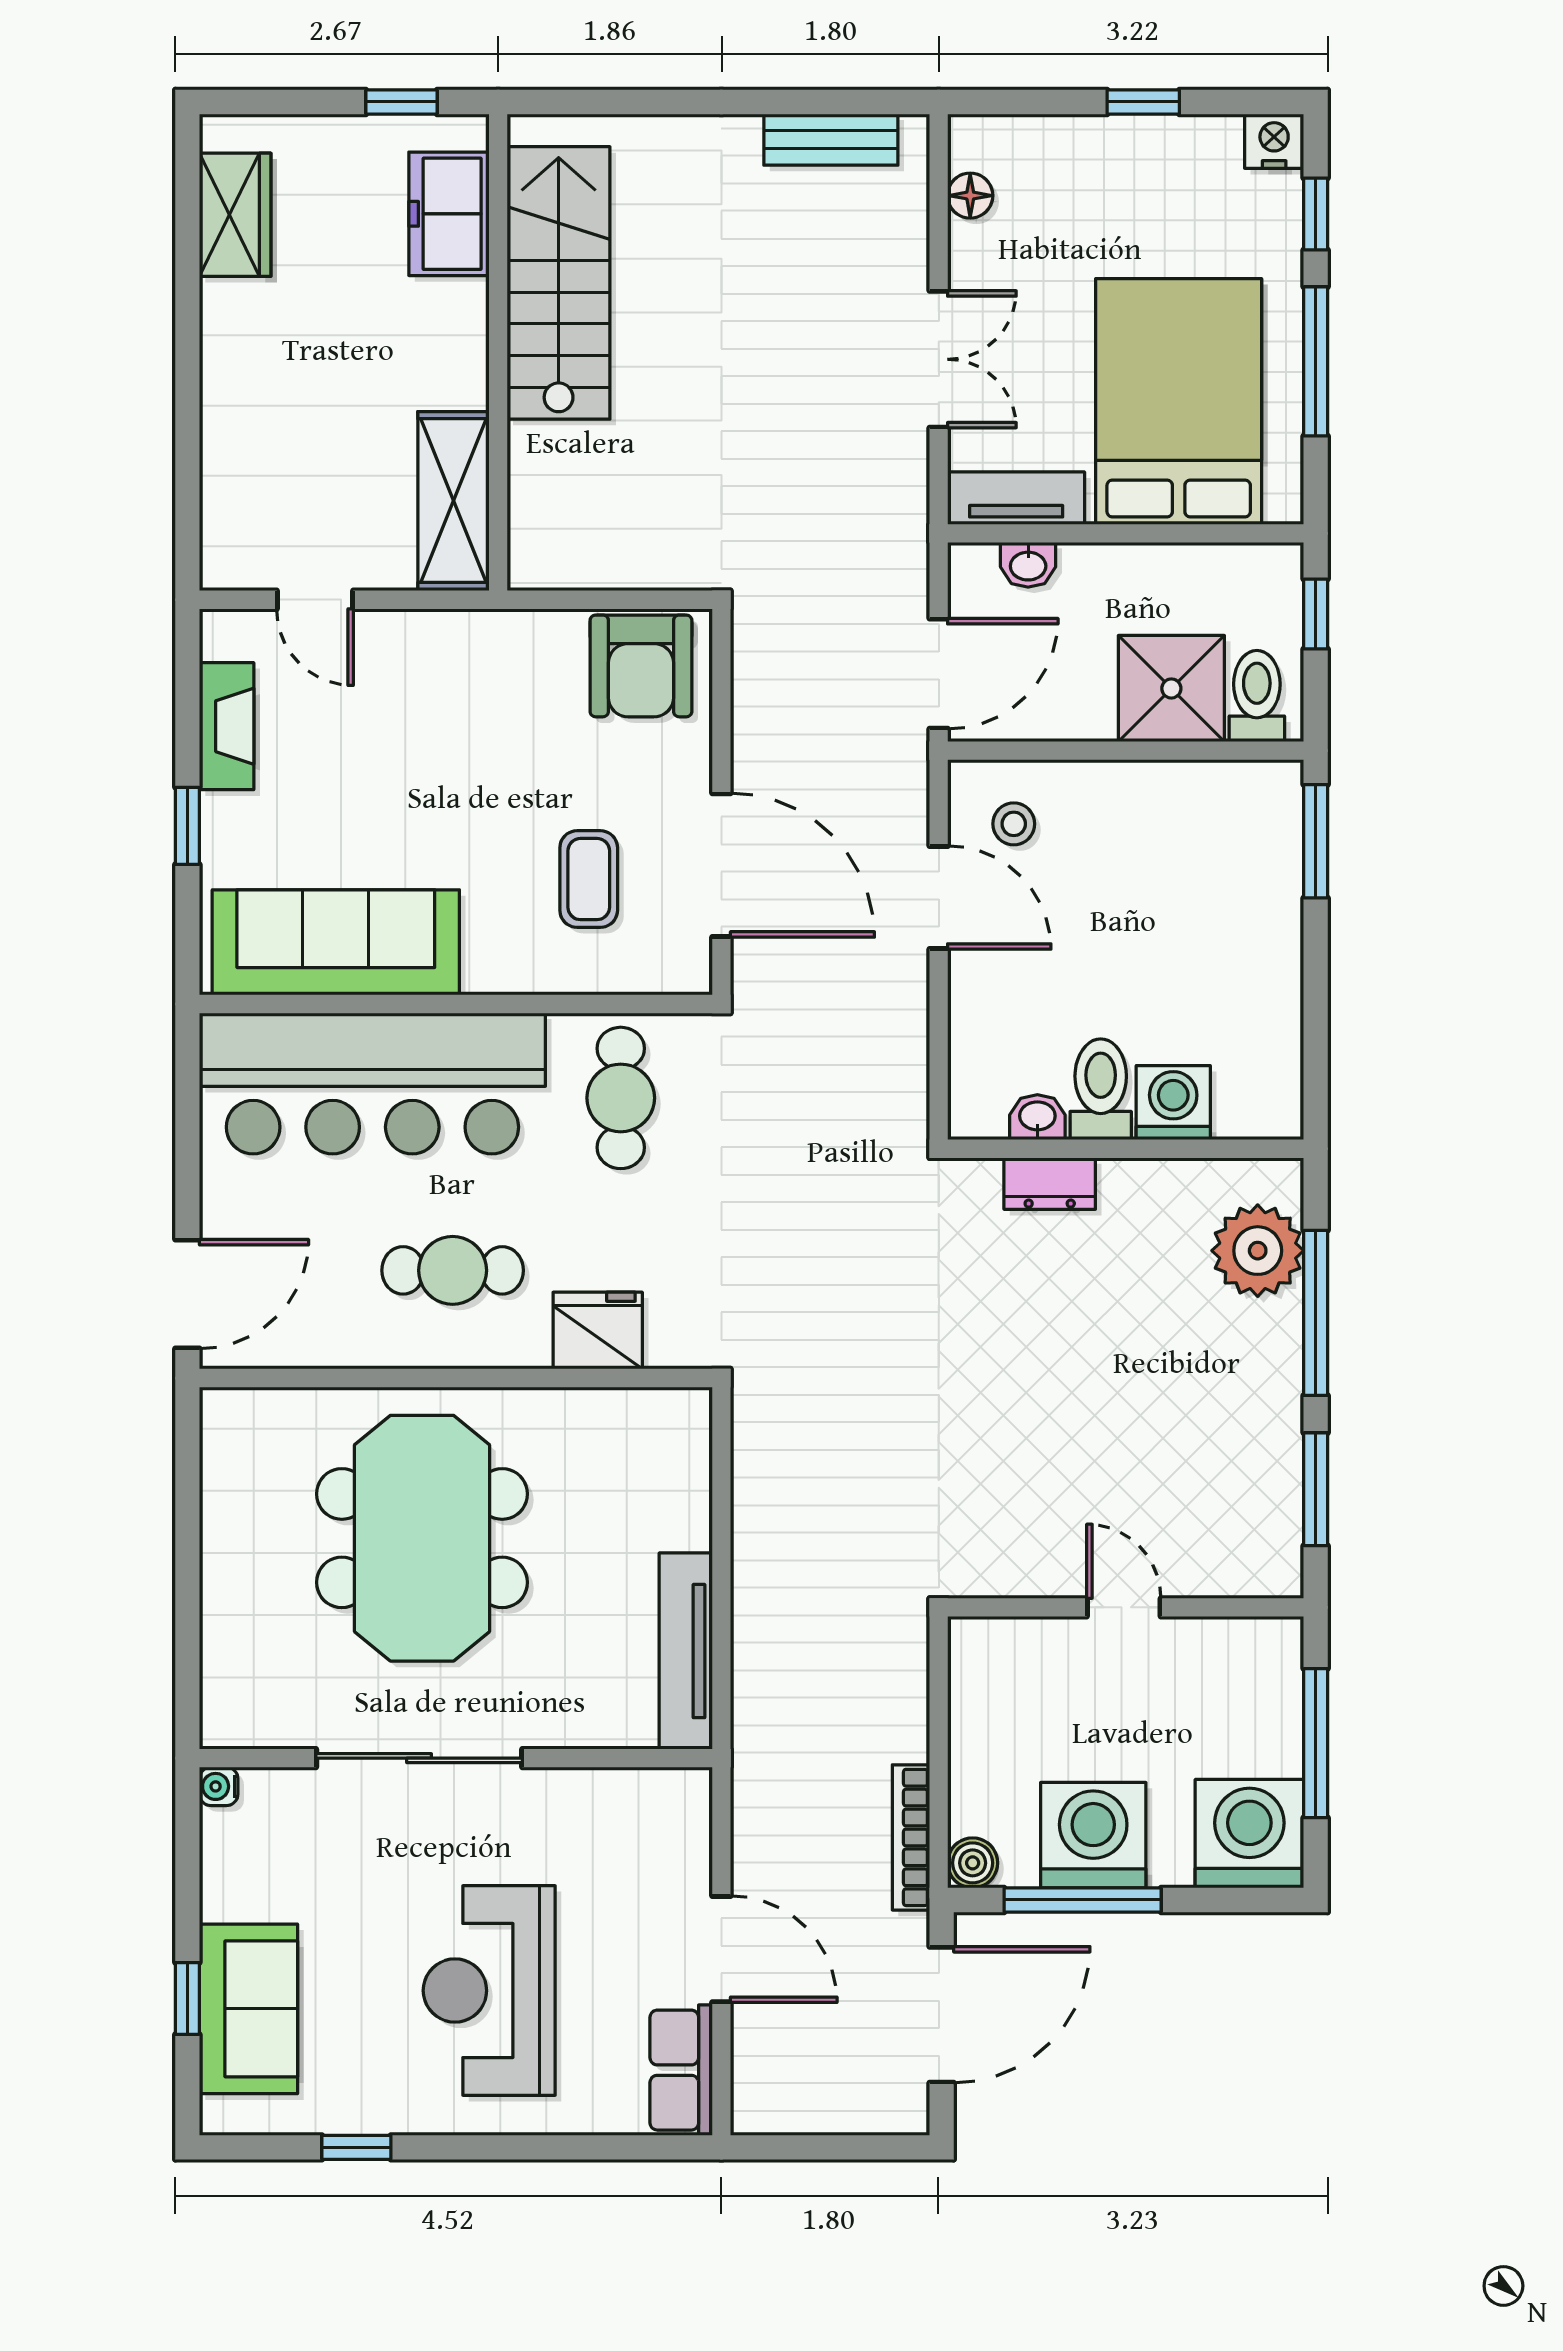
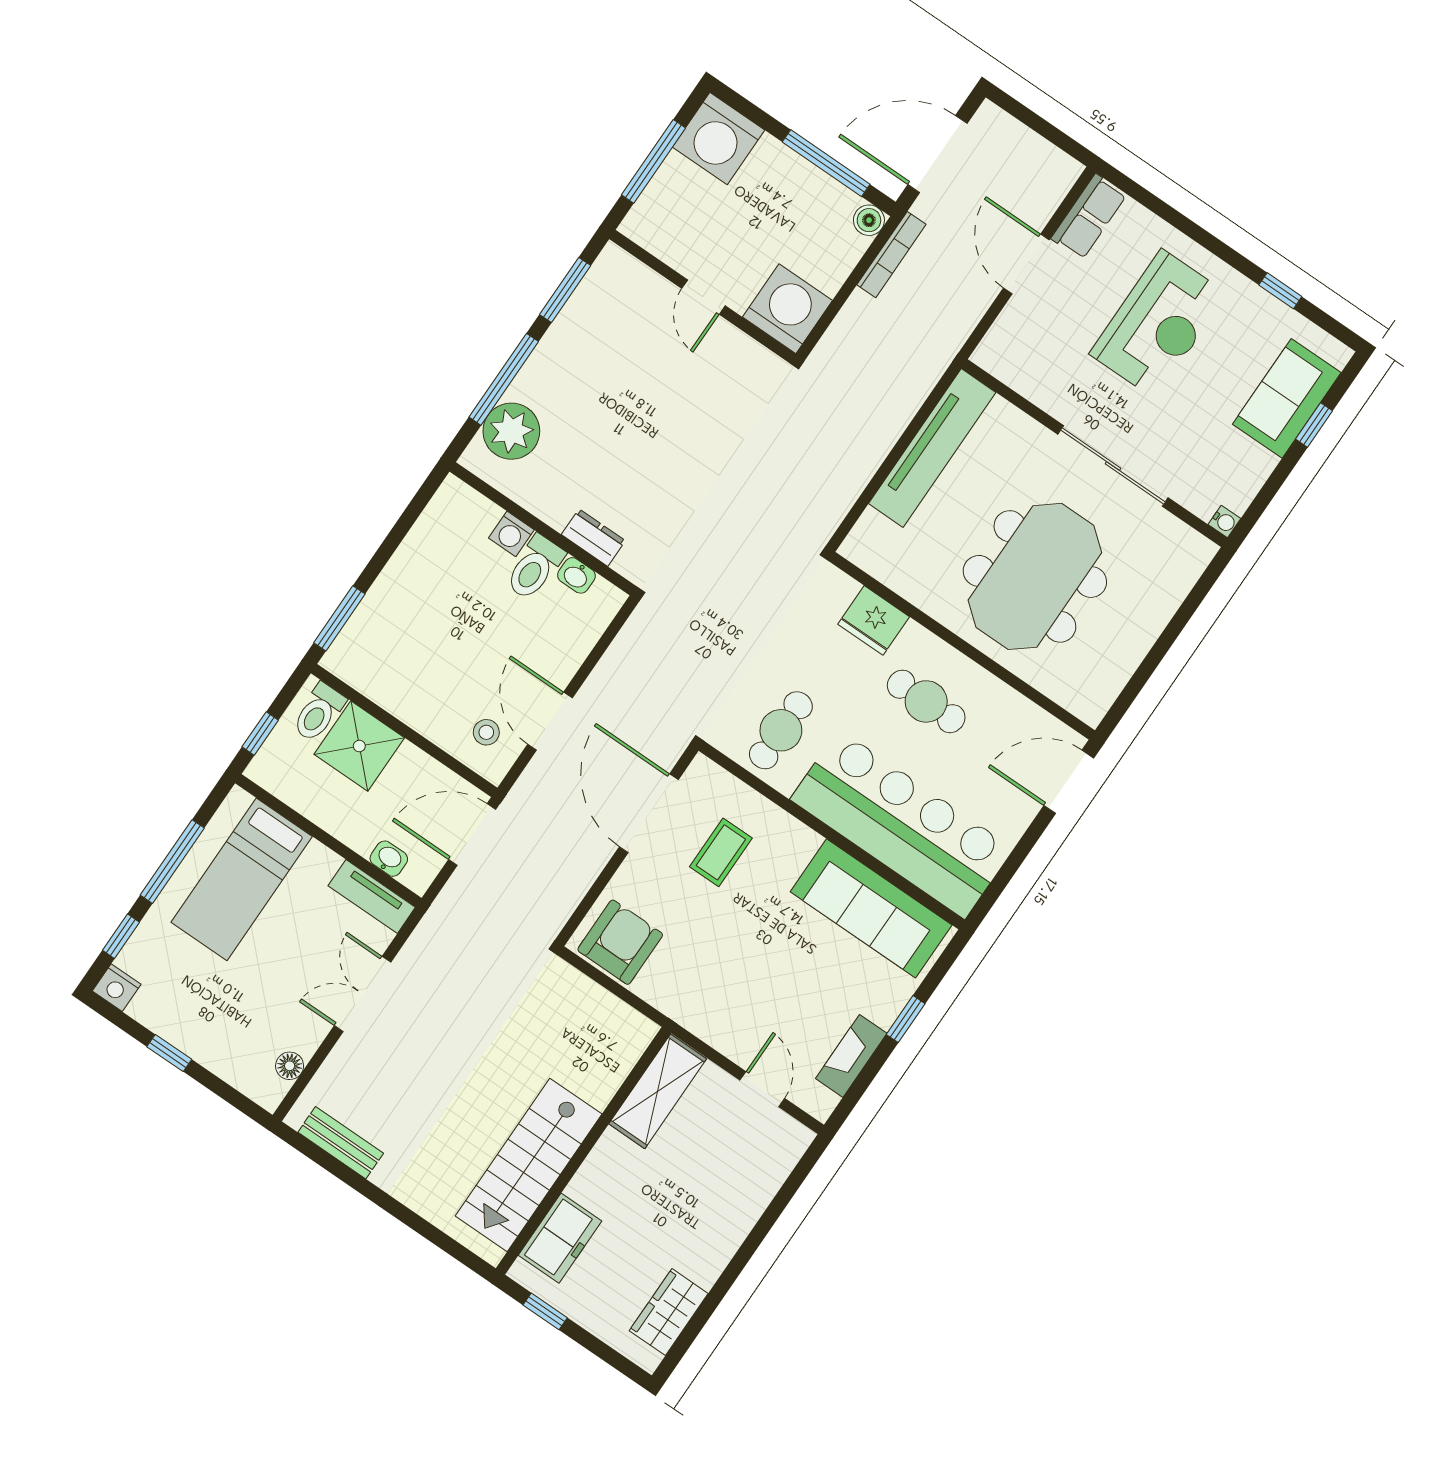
bed: (1179, 401) -> (242, 879), width x0.67
washing machine: (1173, 1103) -> (511, 534), width x0.73, depth x0.73
tv unit: (686, 1651) -> (932, 448), width x1.36, depth x1.29
washing machine: (1093, 1835) -> (787, 309), moved, turned 180

